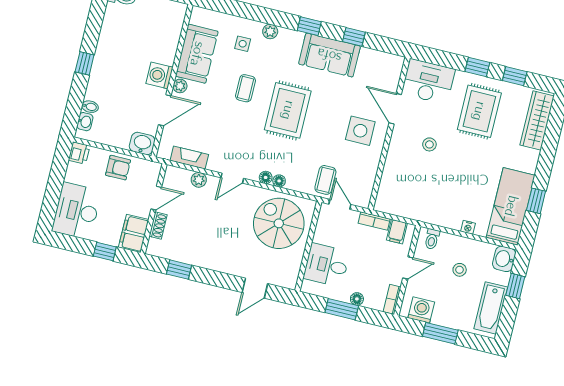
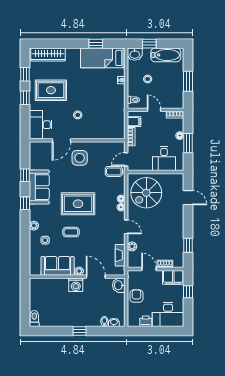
printer: (79, 153) -> (146, 321), moved
washing machine: (421, 310) -> (177, 96), removed

